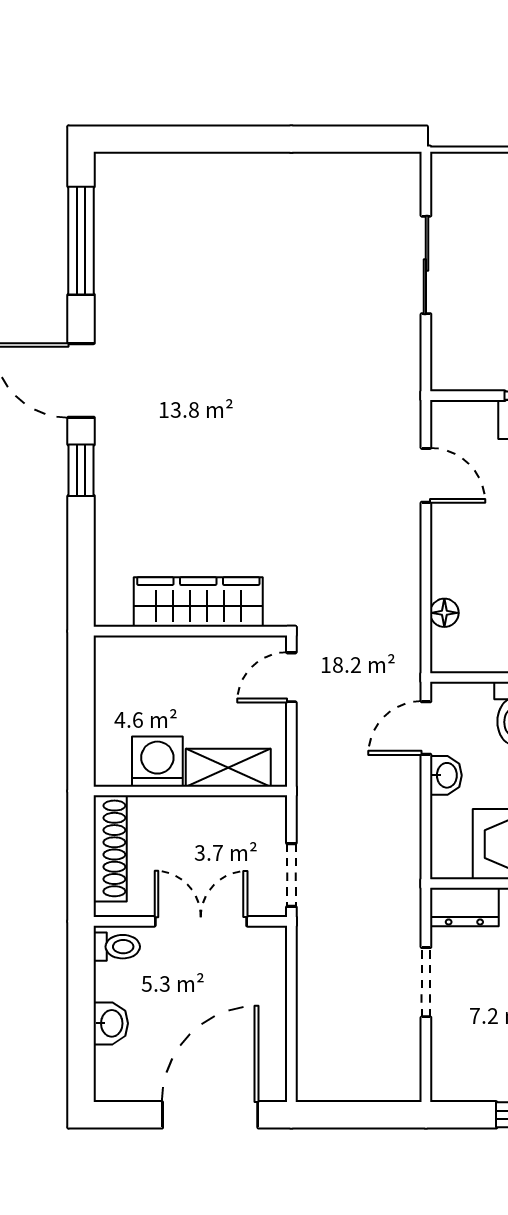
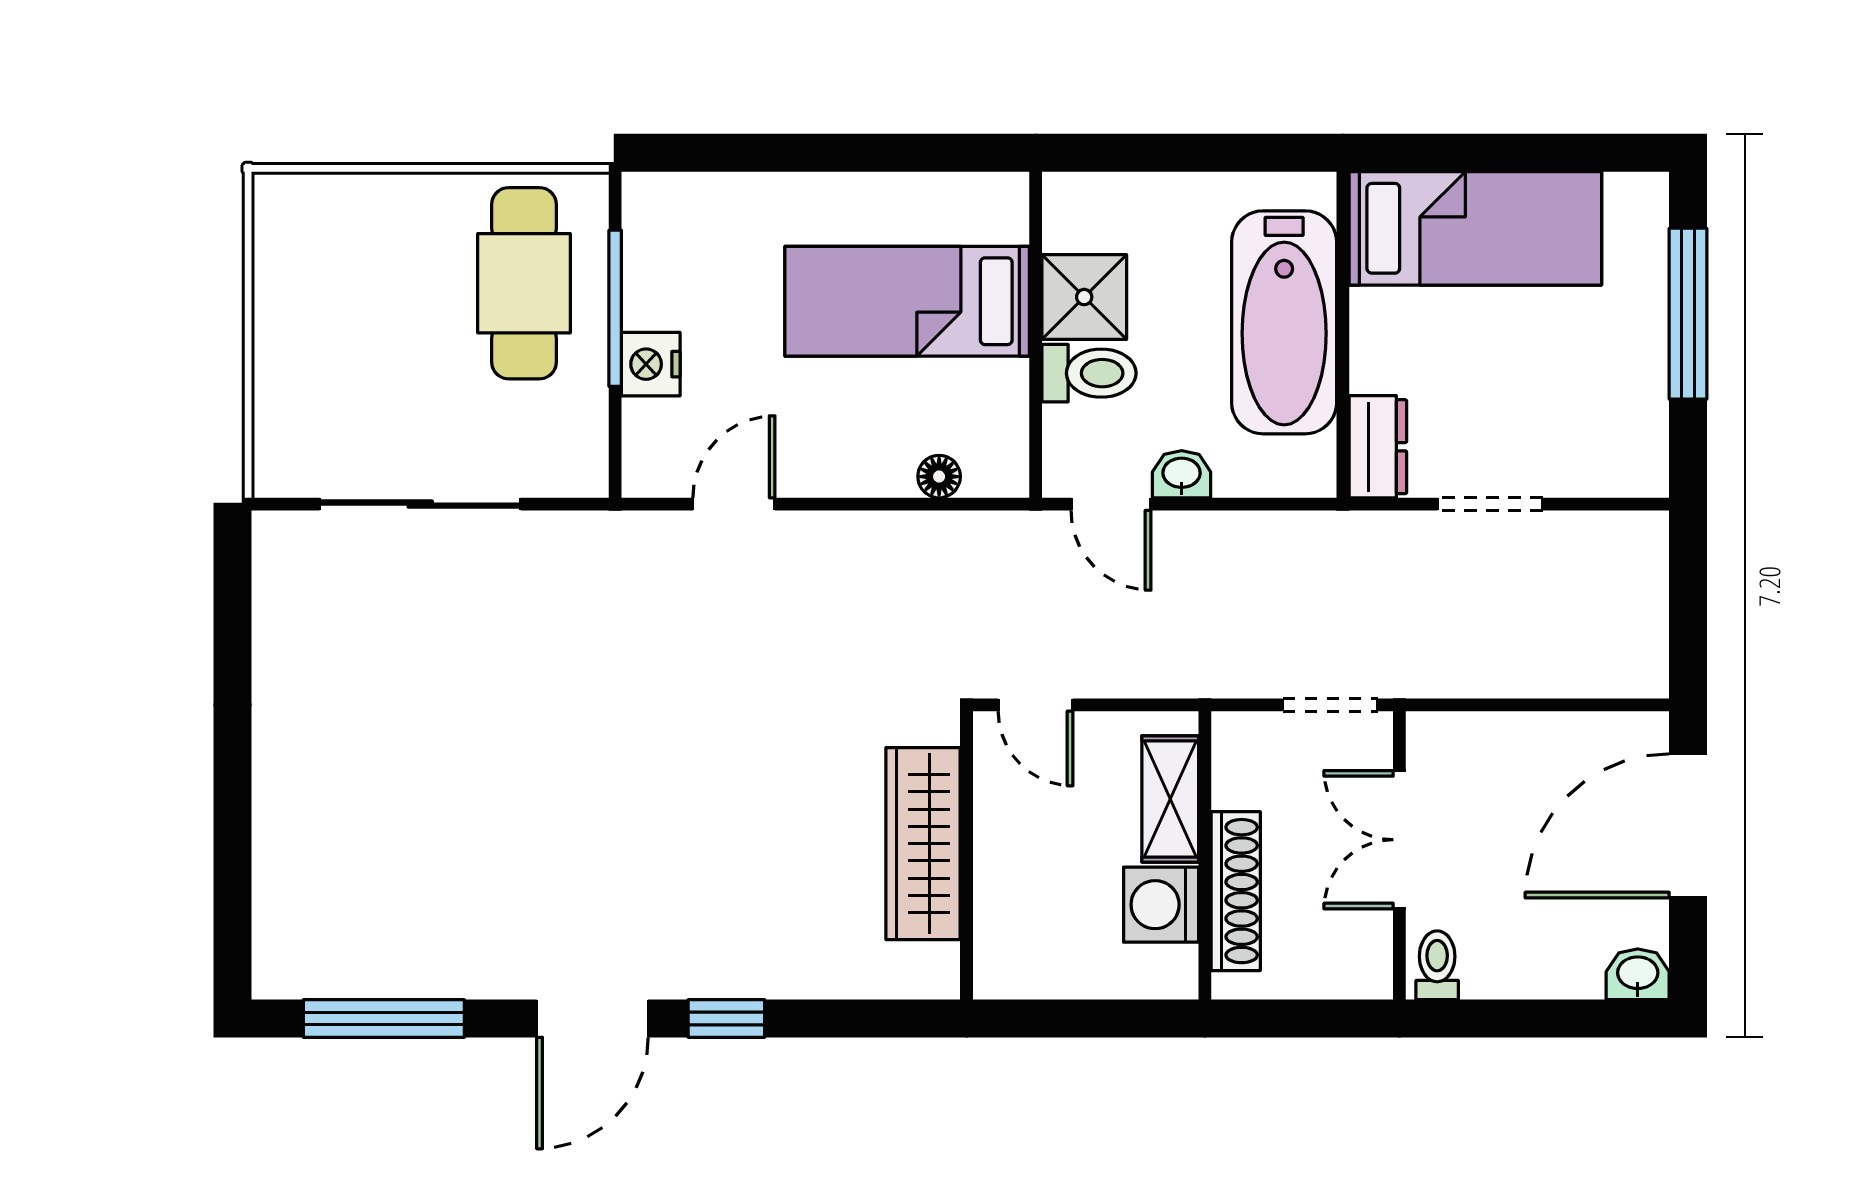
sliding door: (426, 265) -> (420, 504), width x1.37
shoe rack: (110, 848) -> (1236, 891), moved, turned 90
washbasin: (111, 1023) -> (1638, 974), moved
door: (210, 1115) -> (1688, 826), hinge flipped

